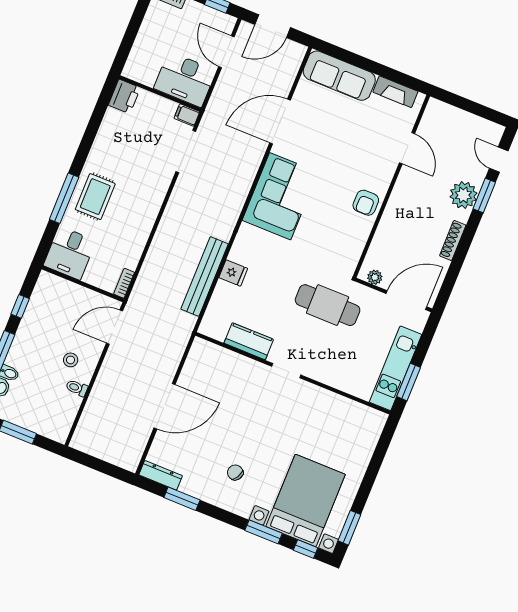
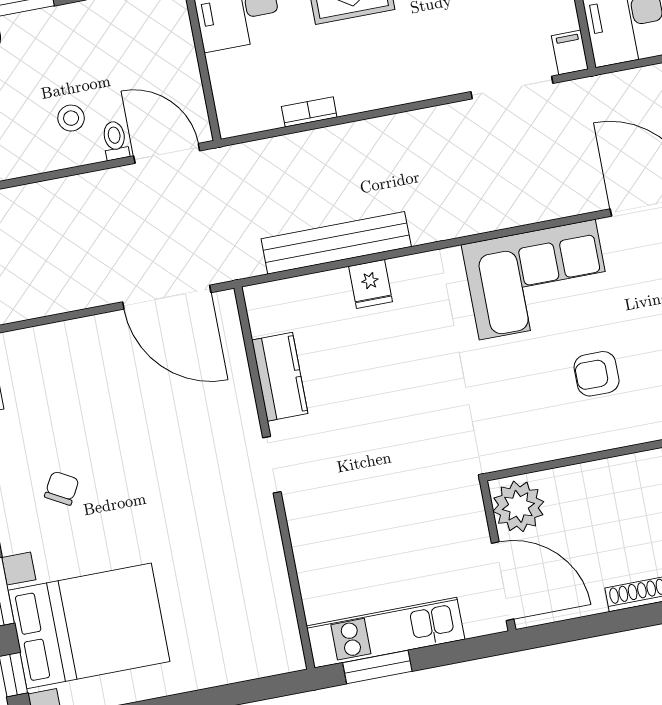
armchair: (366, 203) -> (597, 374), moved
plant: (375, 277) -> (518, 506), width x1.88, depth x1.88
bookcase: (124, 283) -> (309, 112), moved
cafe table: (328, 305) -> (416, 463), removed
toilet: (77, 388) -> (115, 140), moved
door: (165, 406) -> (167, 297), moved

